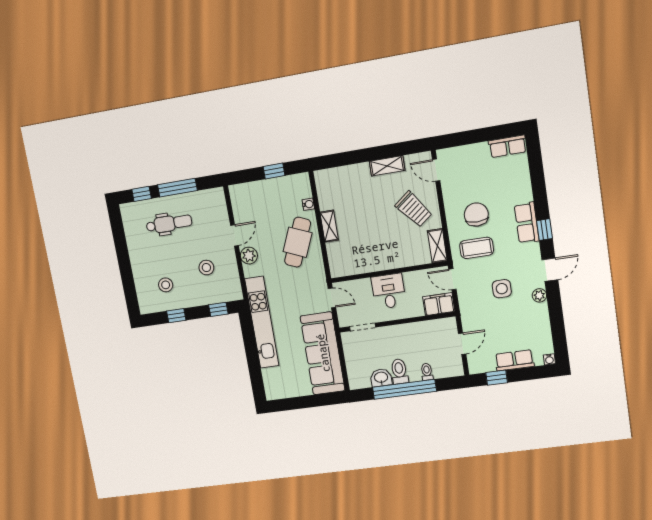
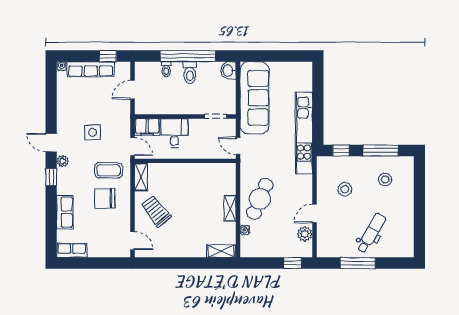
shelving: (387, 166) -> (221, 251), moved
window: (274, 171) -> (293, 263), moved
window: (142, 194) -> (391, 263), removed
chair: (476, 214) -> (105, 198), turned 90
row of seats: (527, 223) -> (65, 212), moved
dental chair: (169, 224) -> (371, 233), turned 120
plant: (249, 256) -> (305, 234), moved
door: (550, 270) -> (51, 143), hinge flipped
desk: (389, 291) -> (174, 133), moved, turned 180
plant: (539, 295) -> (63, 161), moved
window: (176, 316) -> (381, 150), width x2.17
row of seats: (514, 360) -> (91, 69), width x1.48
washbasin: (381, 378) -> (228, 71), moved, turned 90

